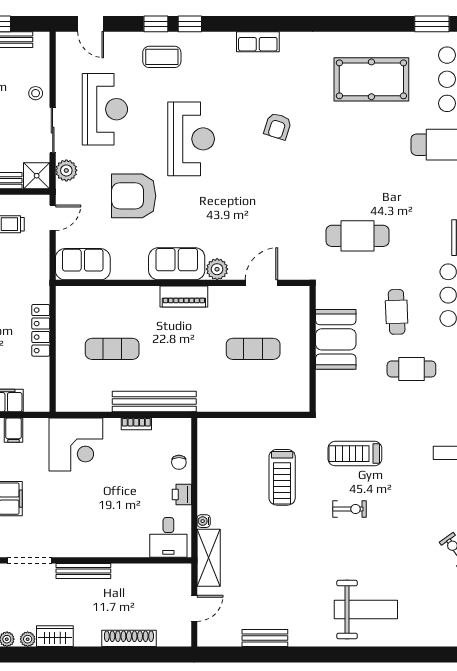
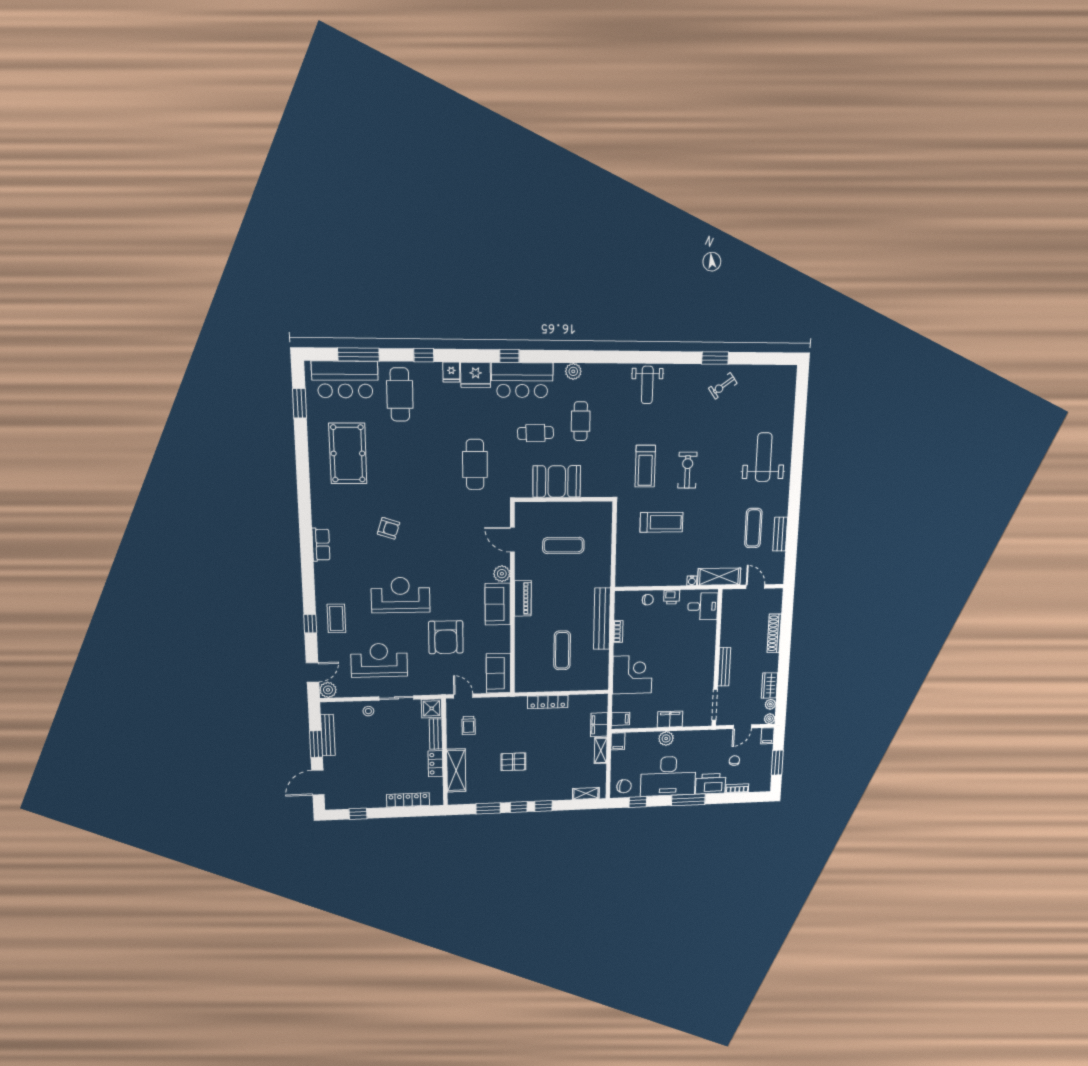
window: (190, 24) -> (309, 598), removed
plant: (66, 170) -> (328, 690), moved
exercise mat: (253, 349) -> (563, 545), turned 90
exercise bike: (350, 509) -> (687, 470), width x1.38, depth x1.39
exercise mat: (273, 601) -> (753, 528), added

